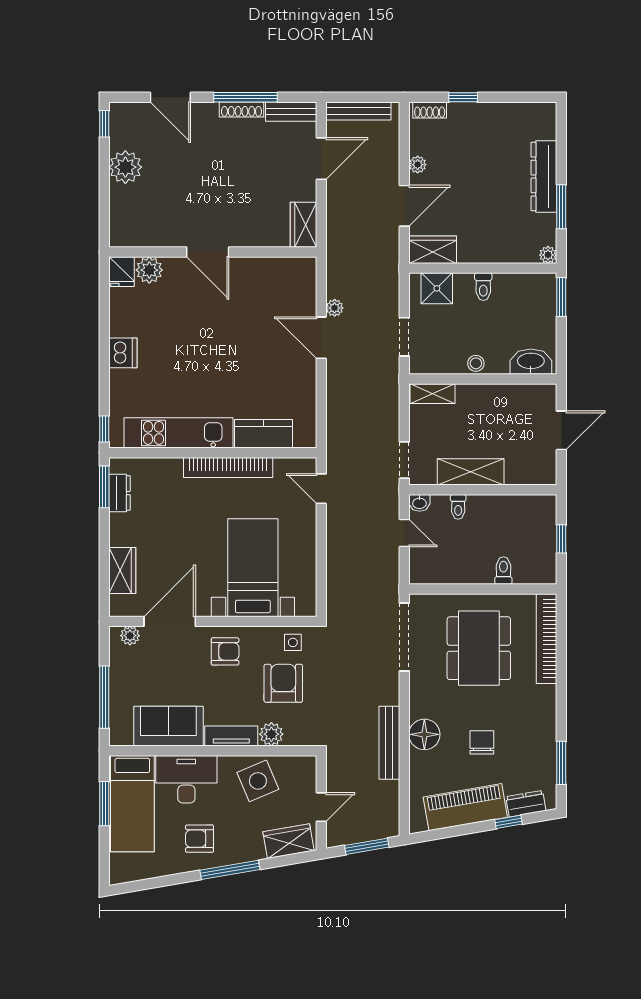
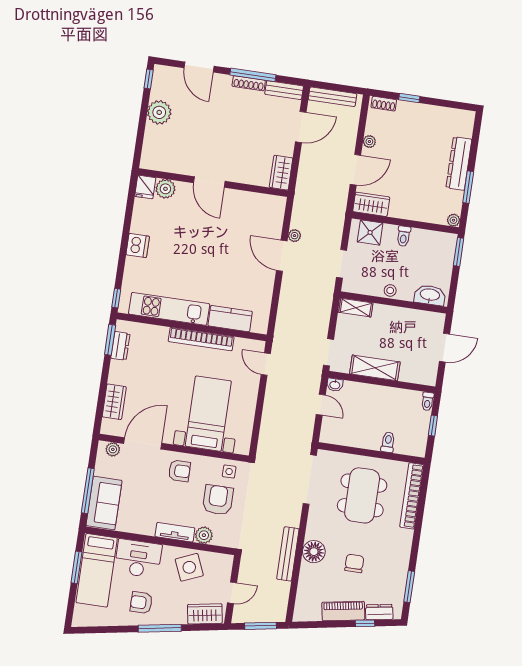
toilet: (458, 507) -> (427, 401), moved
sofa: (168, 726) -> (104, 503), moved, turned 90
piano: (465, 807) -> (343, 611), width x0.73, depth x0.75

